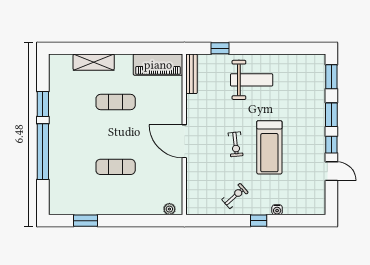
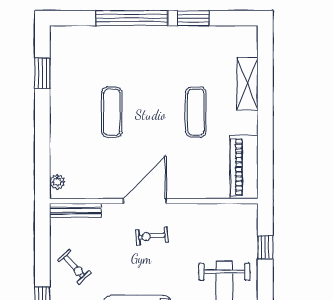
bench: (192, 74) -> (75, 210), moved
exercise bike: (236, 144) -> (152, 236), moved

